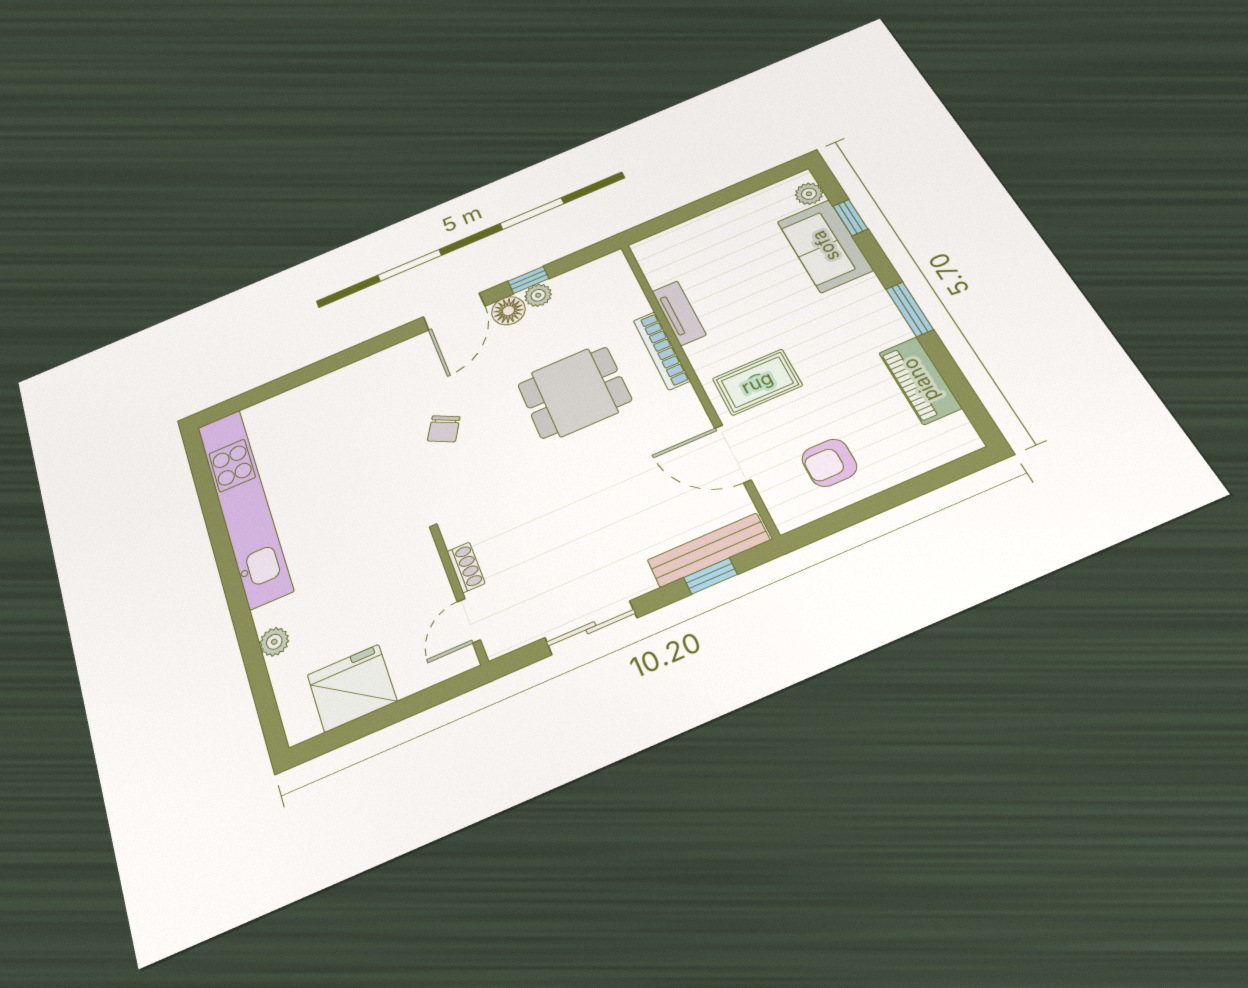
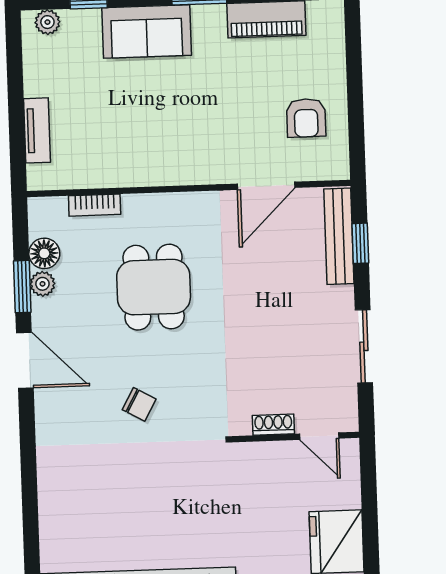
sofa: (825, 246) -> (147, 32), moved
window: (528, 280) -> (22, 287), width x1.50
floor lamp: (508, 311) -> (44, 253), moved
tv unit: (679, 313) -> (37, 130), moved, turned 90
bookcase: (662, 351) -> (95, 205), moved, width x0.64
rug: (757, 382) -> (211, 141), removed

